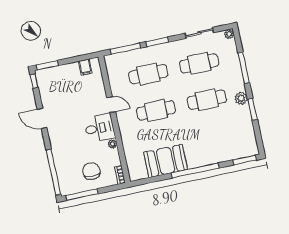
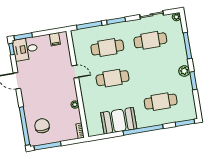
cafe table: (207, 100) -> (161, 102), moved
desk: (99, 128) -> (25, 49), moved, turned 180
chair: (91, 171) -> (42, 126), moved

